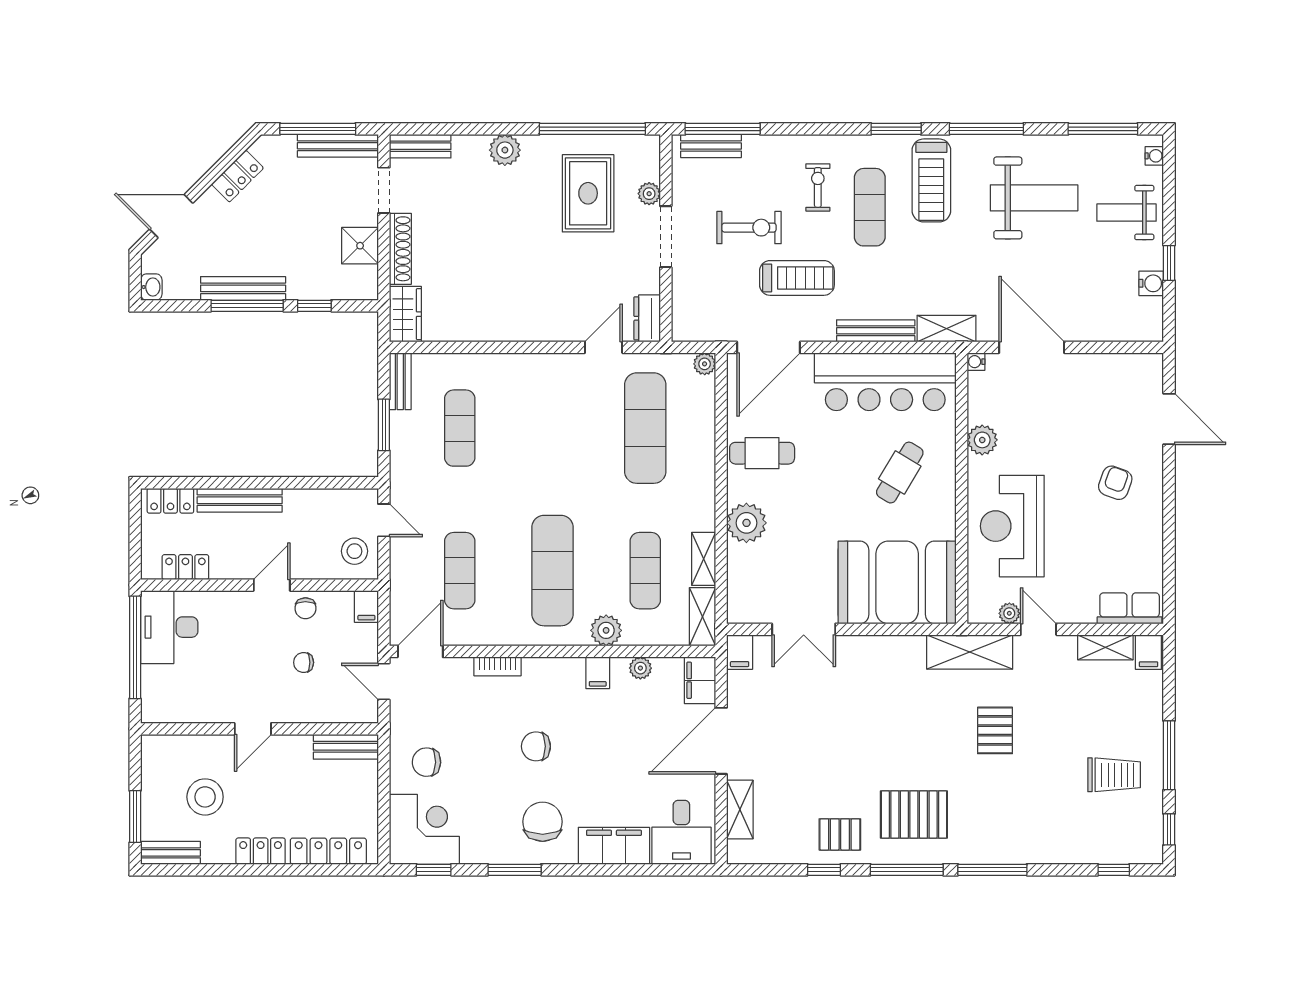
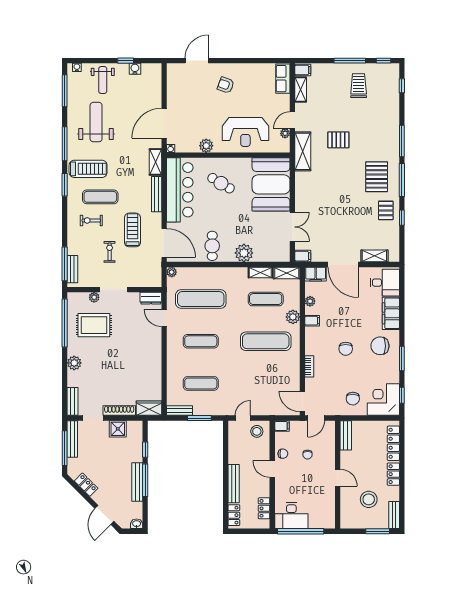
exercise bike: (749, 228) -> (110, 252), width x0.73, depth x0.72
exercise mat: (460, 571) -> (201, 341), moved

